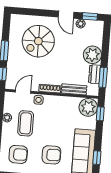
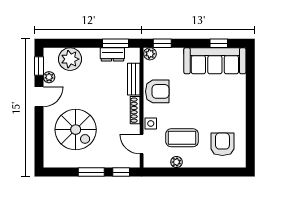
plant: (92, 55) -> (70, 59), moved
plant: (88, 107) -> (150, 54), width x0.53, depth x0.53
armchair: (51, 155) -> (157, 91), moved, turned 90

